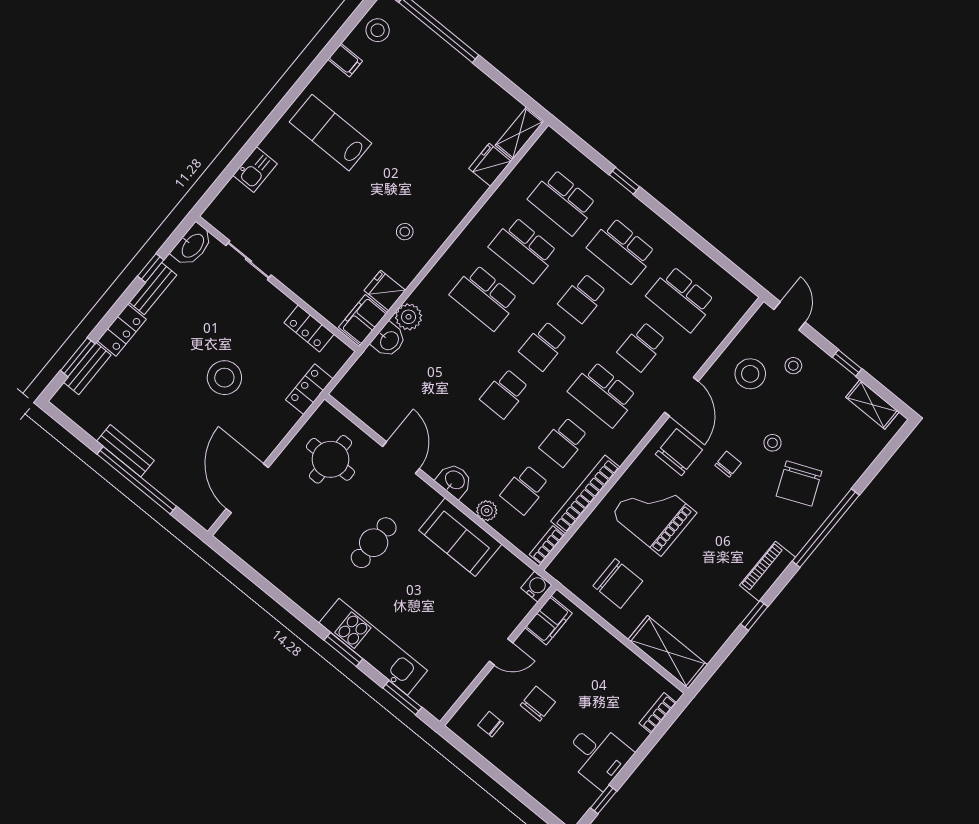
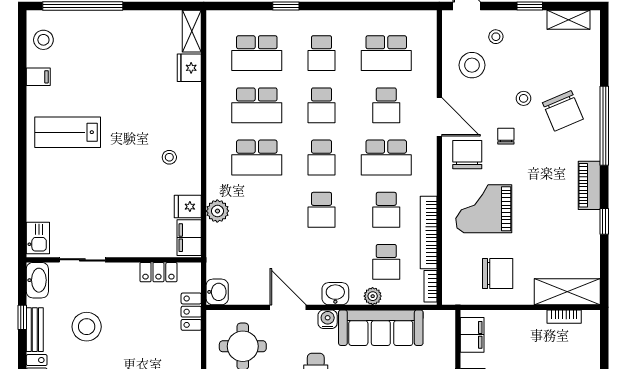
kitchen sink: (255, 170) -> (38, 238), moved
school desk: (622, 250) -> (322, 53), width x0.54
washbasin: (389, 340) -> (217, 292), moved
stool: (224, 378) -> (87, 327), moved
sofa: (460, 537) -> (381, 328), width x1.36
water cooler: (536, 587) -> (328, 319), moved
bookcase: (658, 713) -> (564, 317), moved, turned -90

